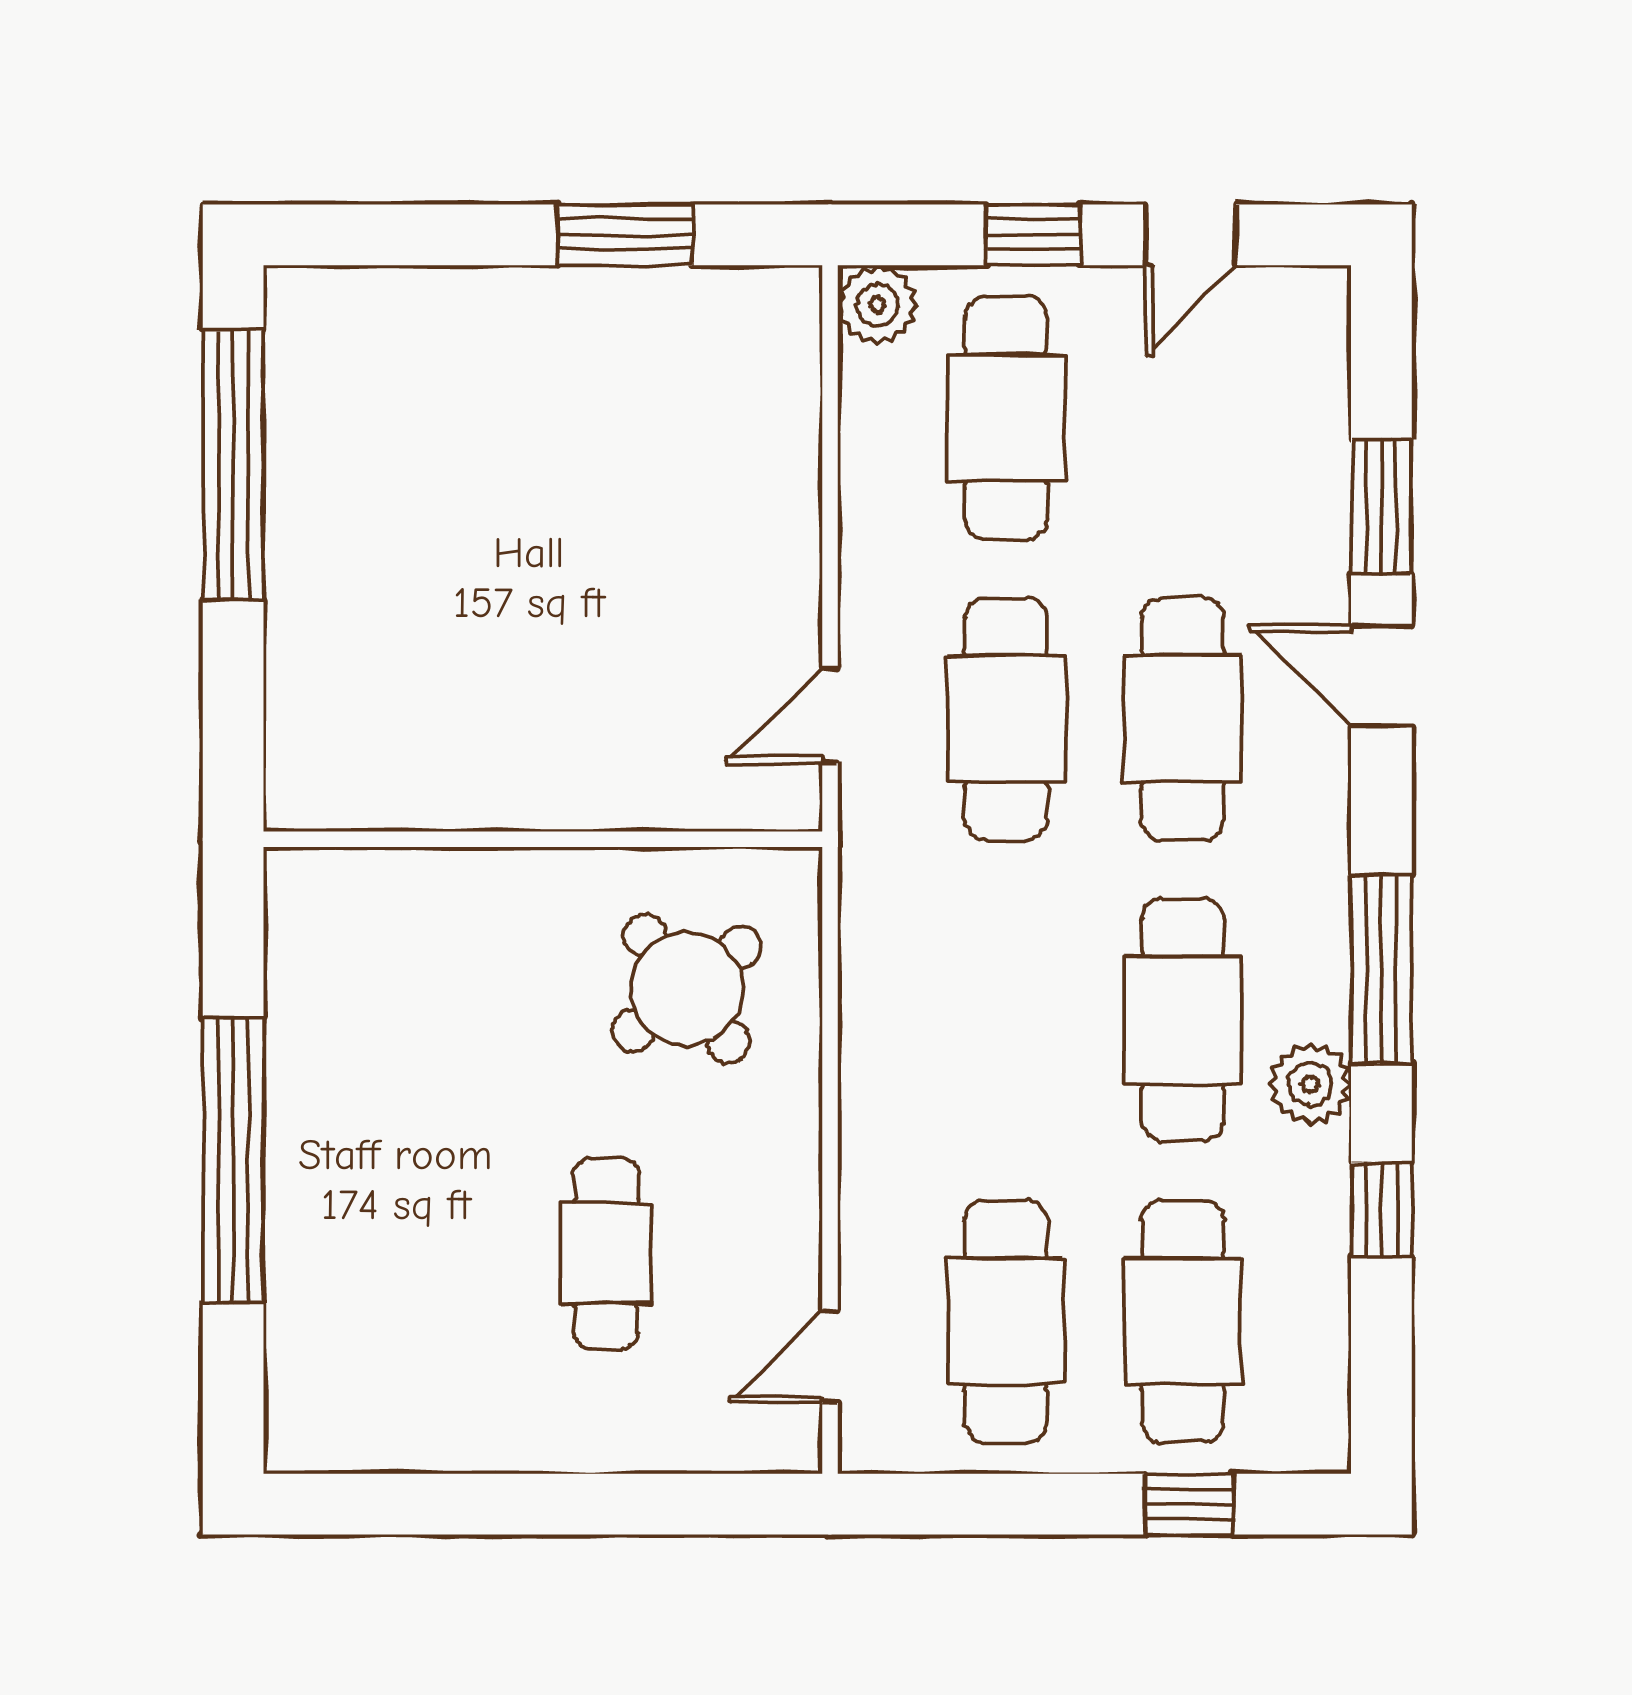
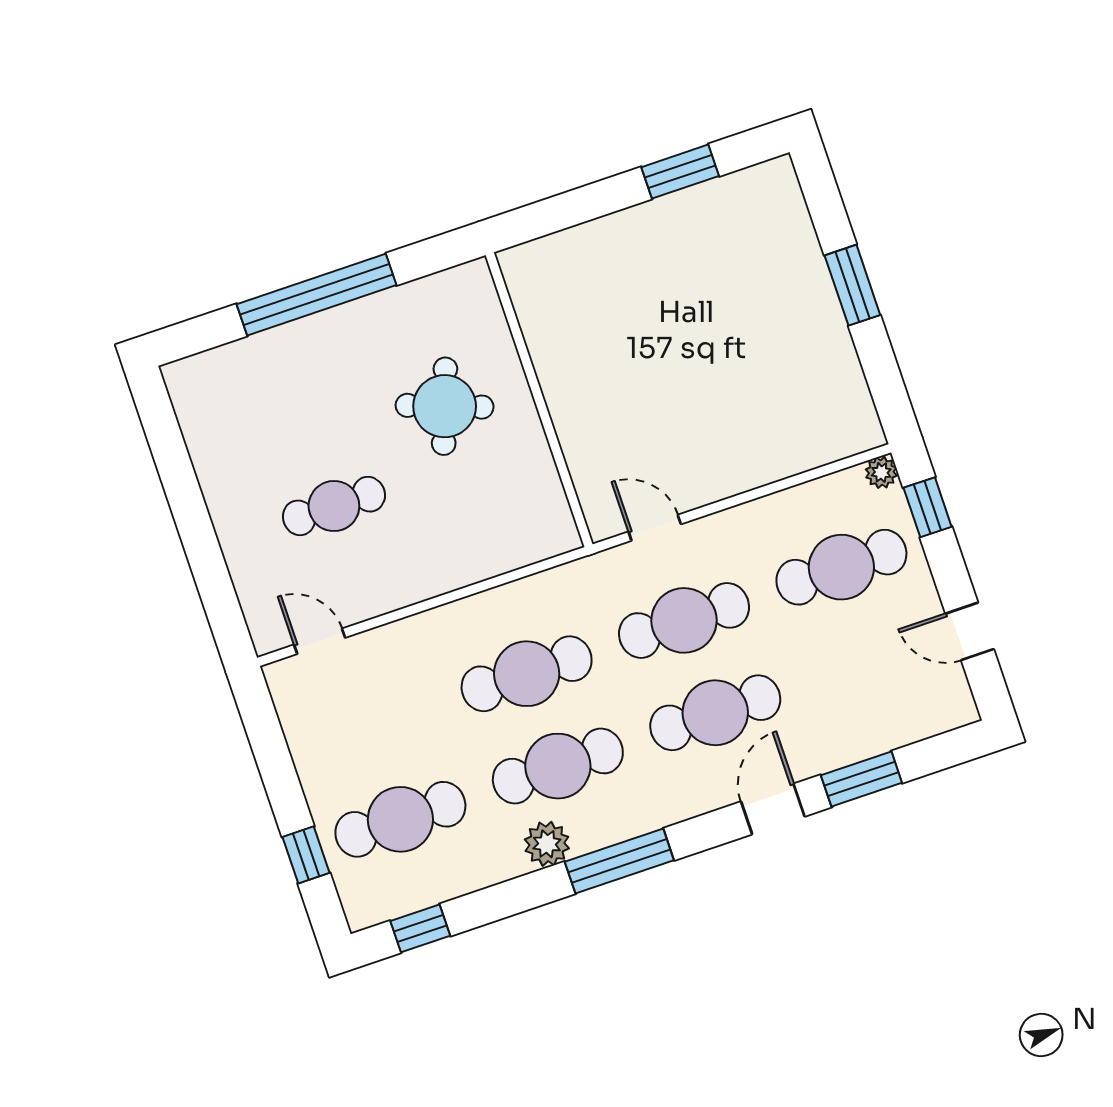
window: (625, 235) -> (852, 285), moved
window: (1033, 235) -> (928, 507), moved
plant: (877, 305) -> (881, 472), width x0.73, depth x0.73
window: (233, 465) -> (680, 172), width x0.47
round table: (687, 989) -> (445, 406), moved, turned -32
window: (1381, 1210) -> (420, 928), moved
cafe table: (1006, 1321) -> (527, 674), moved

